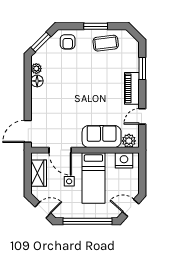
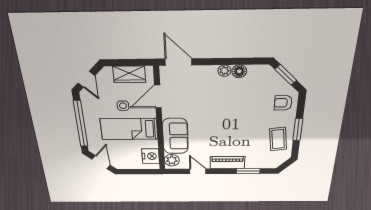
plant: (36, 69) -> (224, 71), moved

